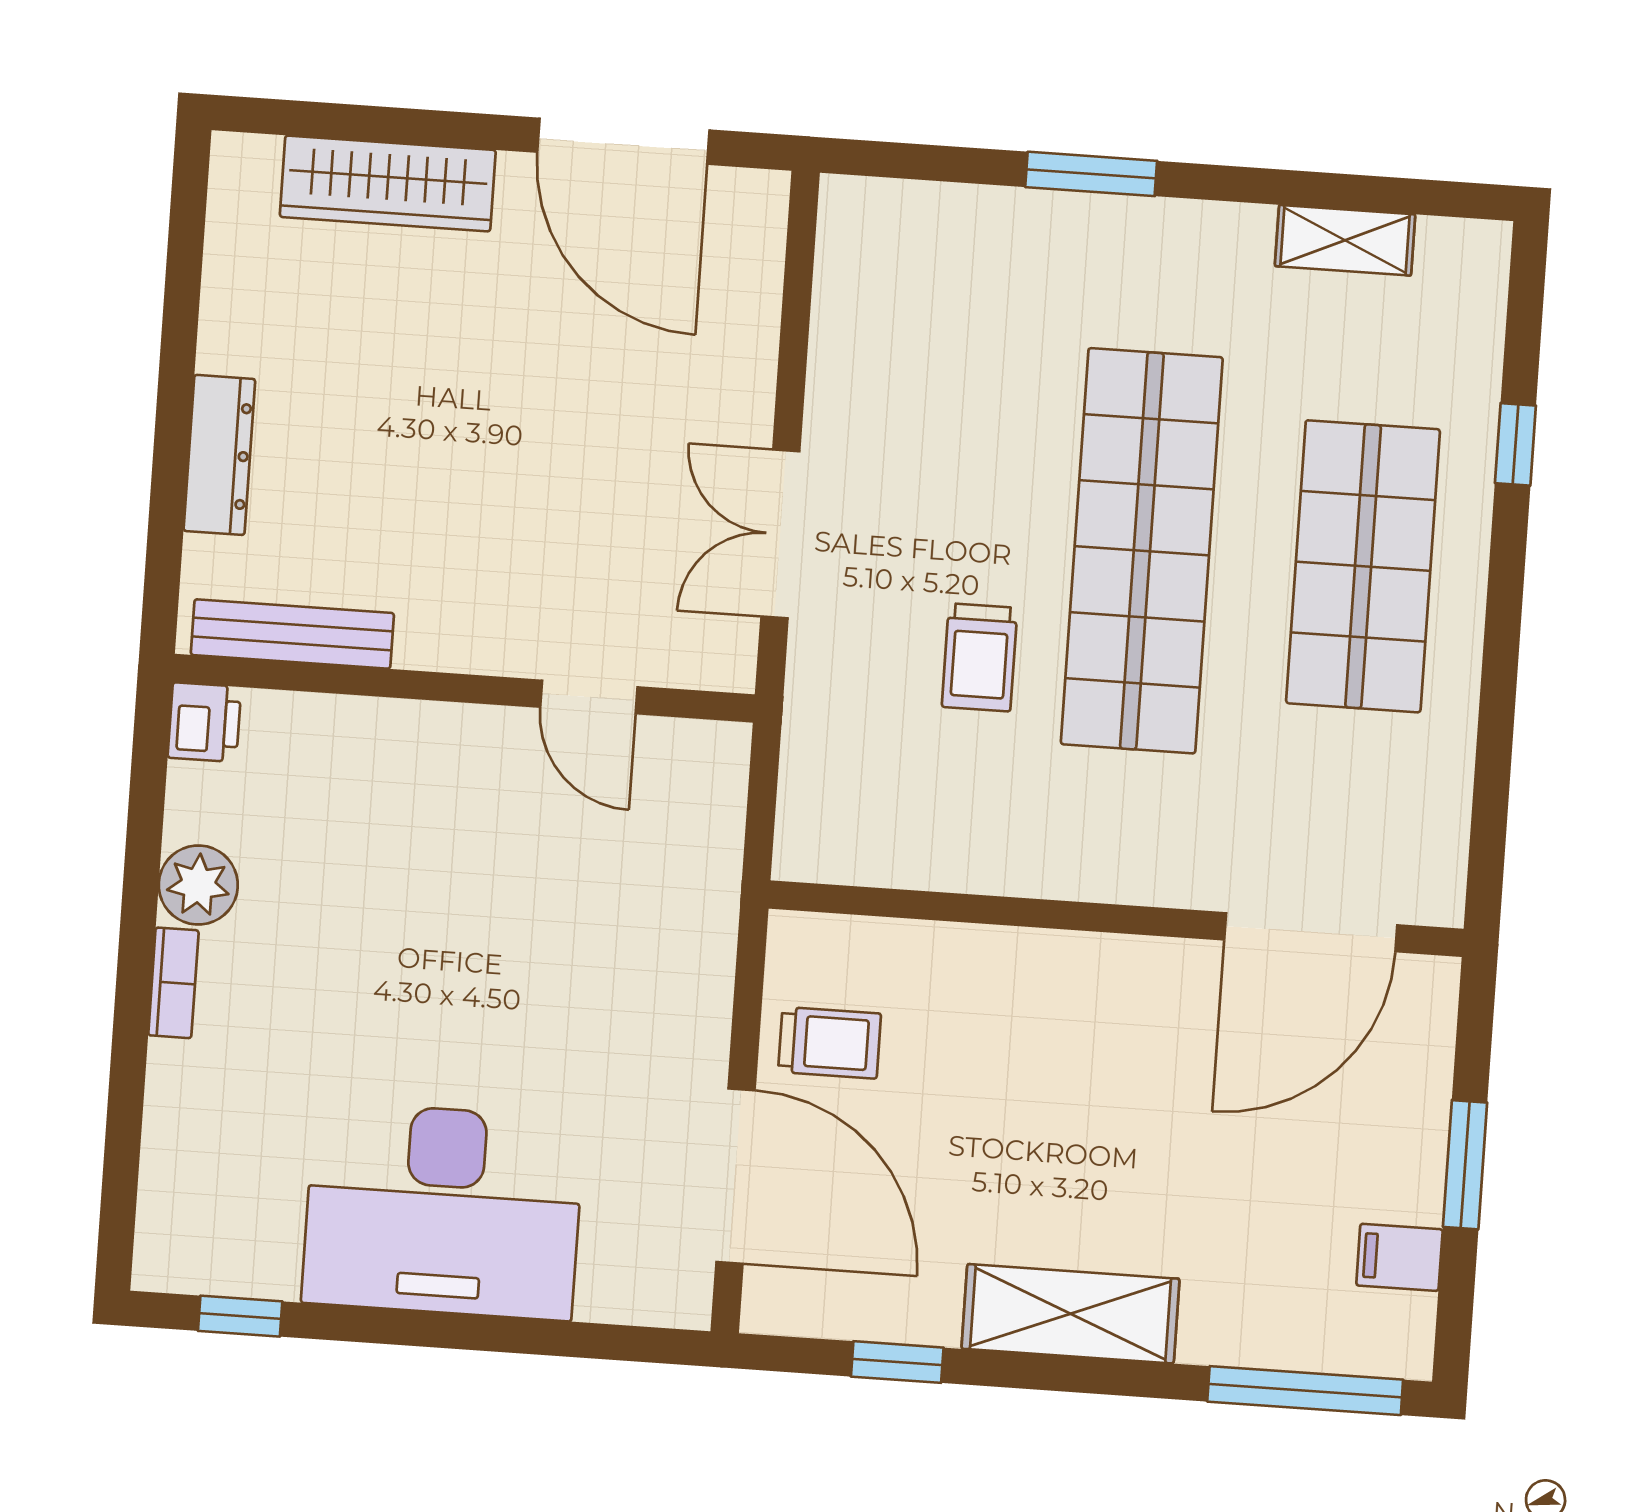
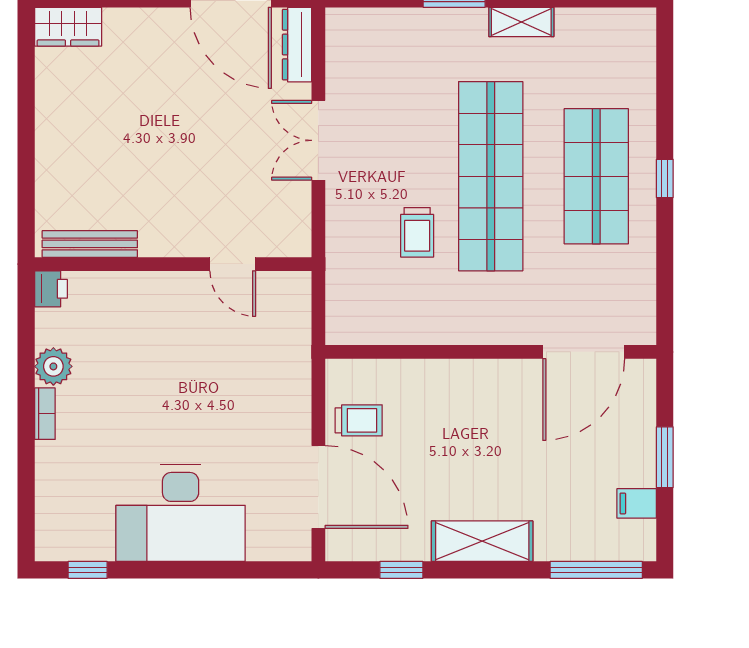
wardrobe: (388, 183) -> (68, 27), moved, width x0.67
shelving: (1345, 240) -> (521, 22), moved
window: (1515, 444) -> (665, 178), moved
dresser: (219, 455) -> (297, 45), moved, turned 180
double door: (780, 534) -> (318, 140), moved

